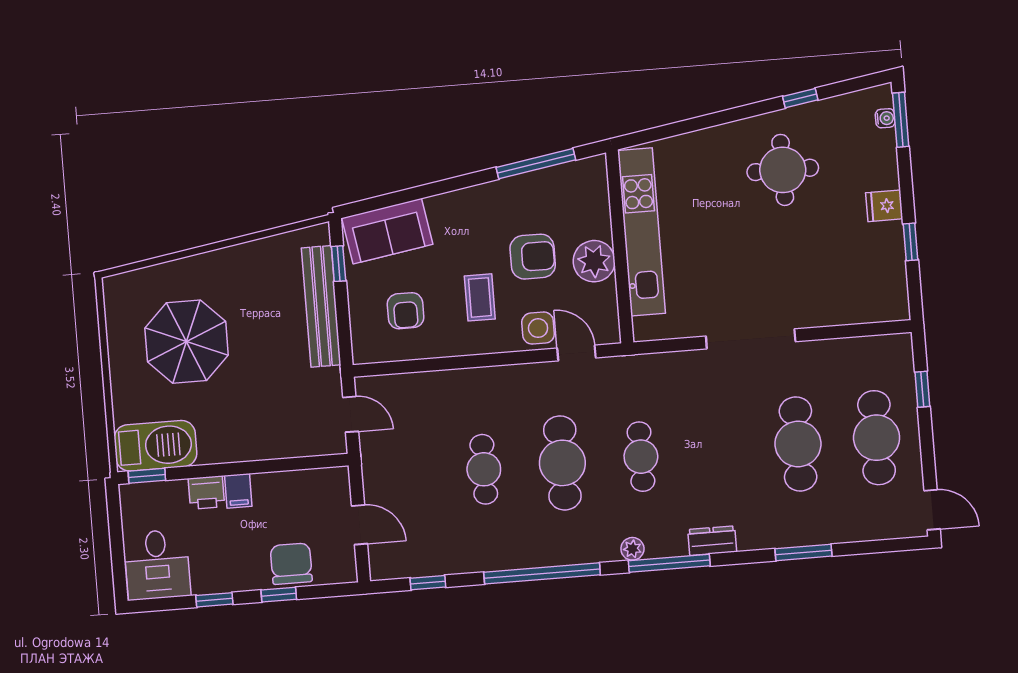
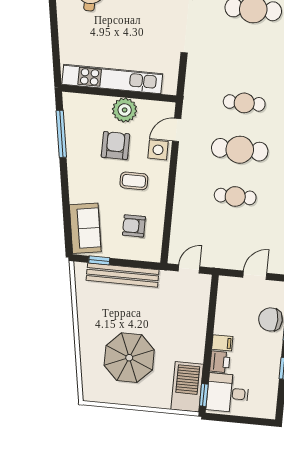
armchair: (406, 311) -> (134, 226), turned 180
desk: (157, 565) -> (228, 393), moved, turned 180

